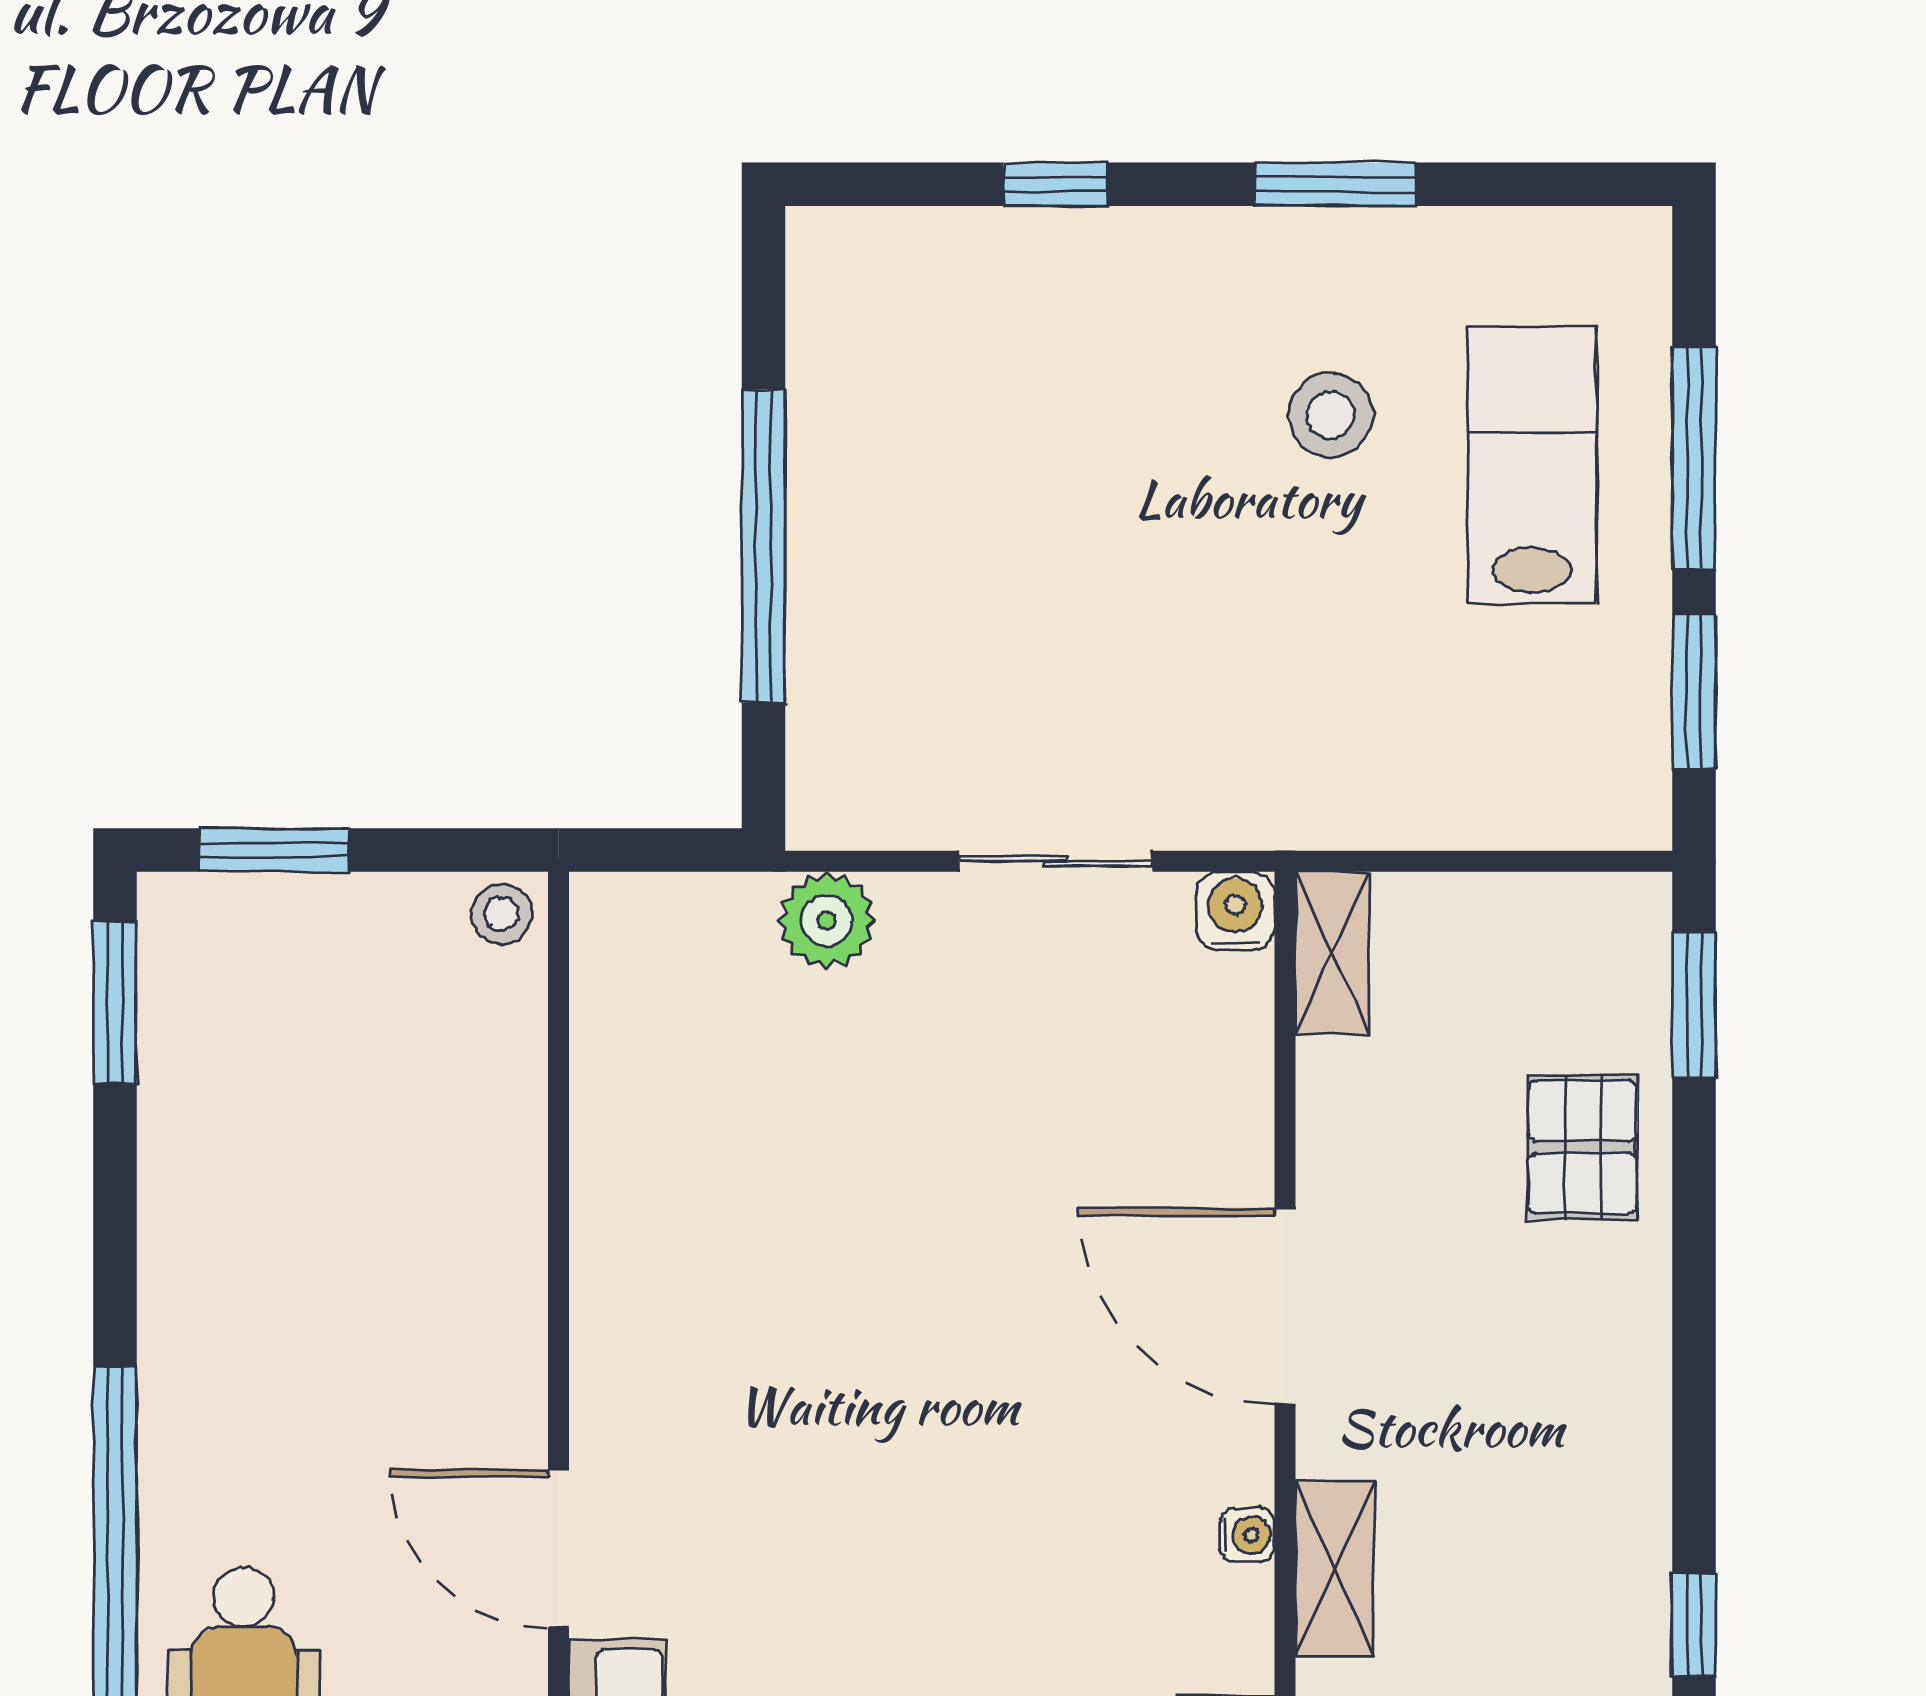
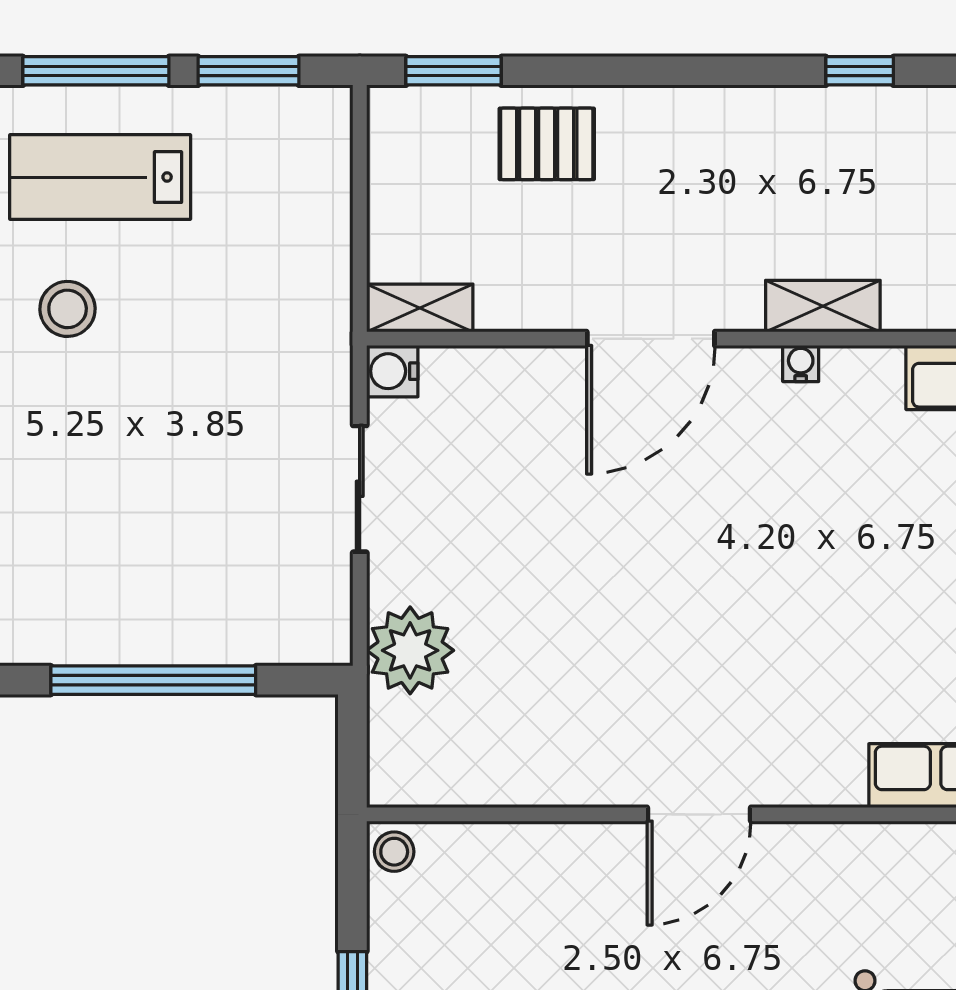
plant: (827, 921) -> (410, 650), width x1.36, depth x1.36
door: (559, 1549) -> (699, 814), moved

